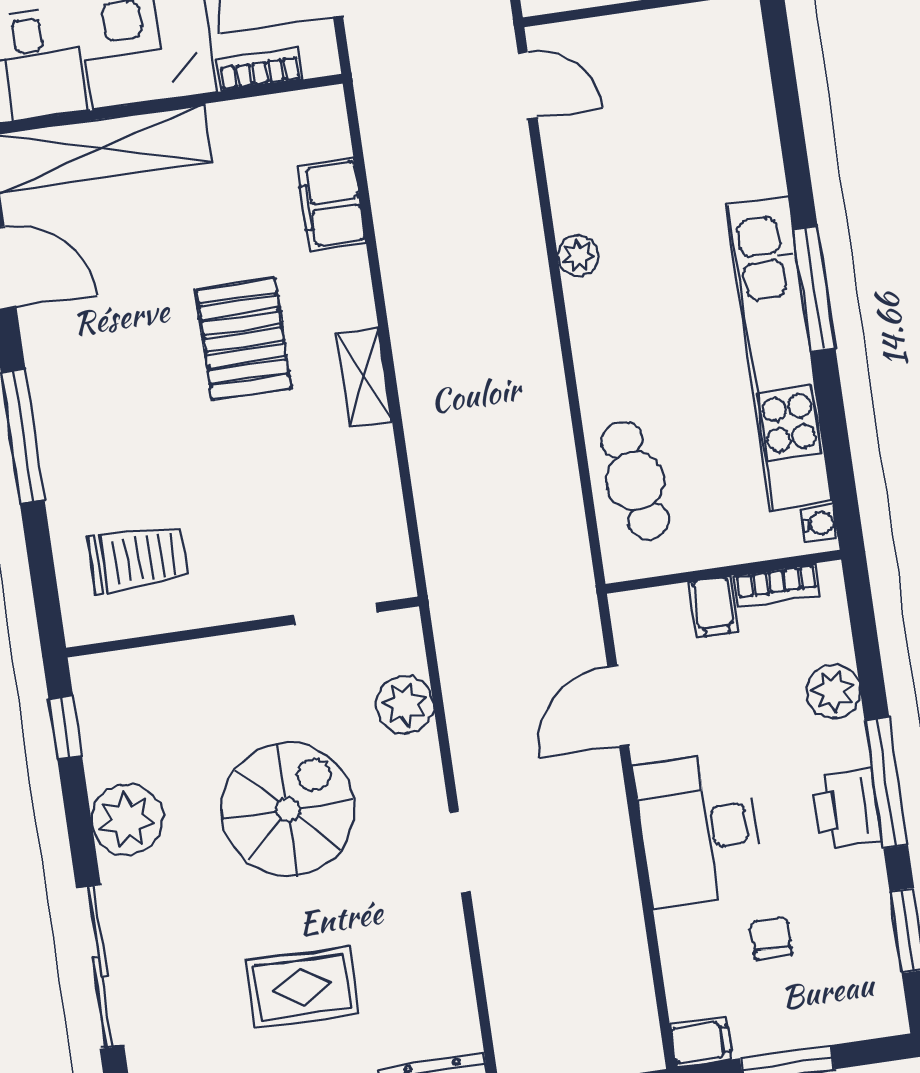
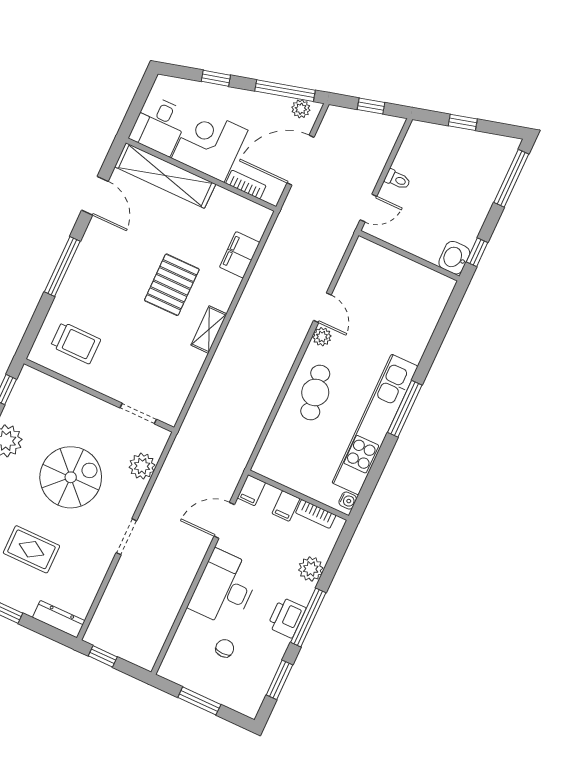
door: (528, 85) -> (322, 308), moved
cafe table: (635, 481) -> (315, 392), moved
filing cabinet: (701, 1043) -> (251, 490), moved, turned 90

